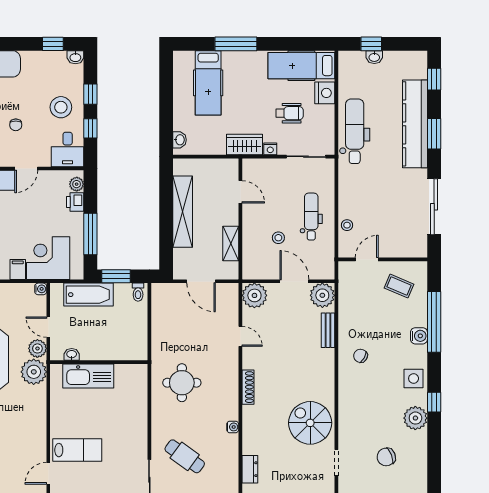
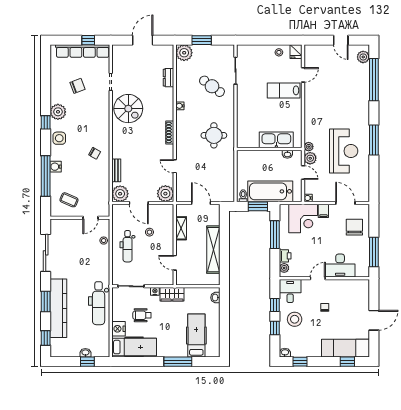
bathtub: (88, 295) -> (270, 191), width x1.36, depth x1.36
plant: (34, 372) -> (309, 147), width x0.53, depth x0.53

